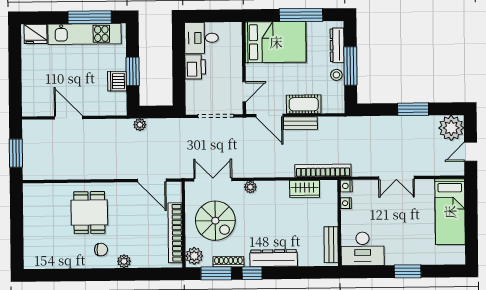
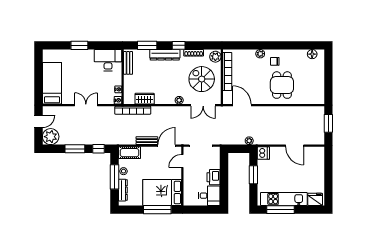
window: (301, 15) -> (157, 210), moved
dishwasher: (117, 81) -> (263, 153), moved
cot: (304, 104) -> (130, 153), moved
window: (376, 110) -> (99, 149), added
door: (269, 115) -> (167, 146), hinge flipped
floor lamp: (43, 262) -> (312, 54), added
window: (216, 273) -> (147, 45), moved

